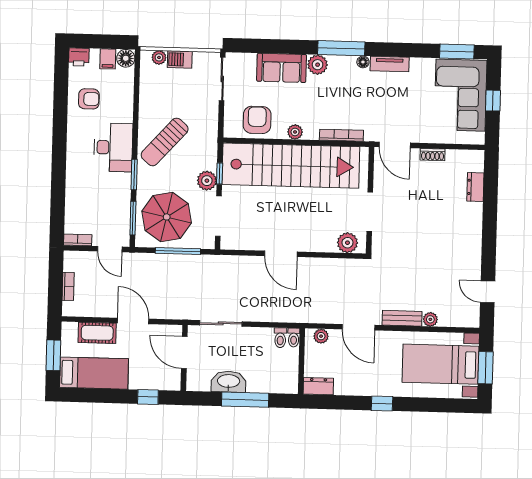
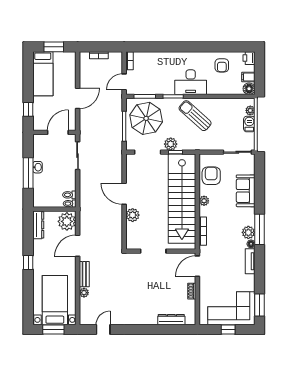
plant: (318, 65) -> (248, 232), moved
armchair: (257, 120) -> (211, 176), turned -90
dresser: (475, 187) -> (171, 320), width x1.44
plant: (347, 243) -> (133, 215), moved
door: (281, 254) -> (124, 194), hinge flipped
cot: (97, 333) -> (69, 75), removed
plant: (321, 336) -> (67, 221), width x1.87, depth x1.87
washbasin: (229, 382) -> (37, 167), width x0.52, depth x0.69
dresser: (318, 386) -> (38, 225), width x1.44

